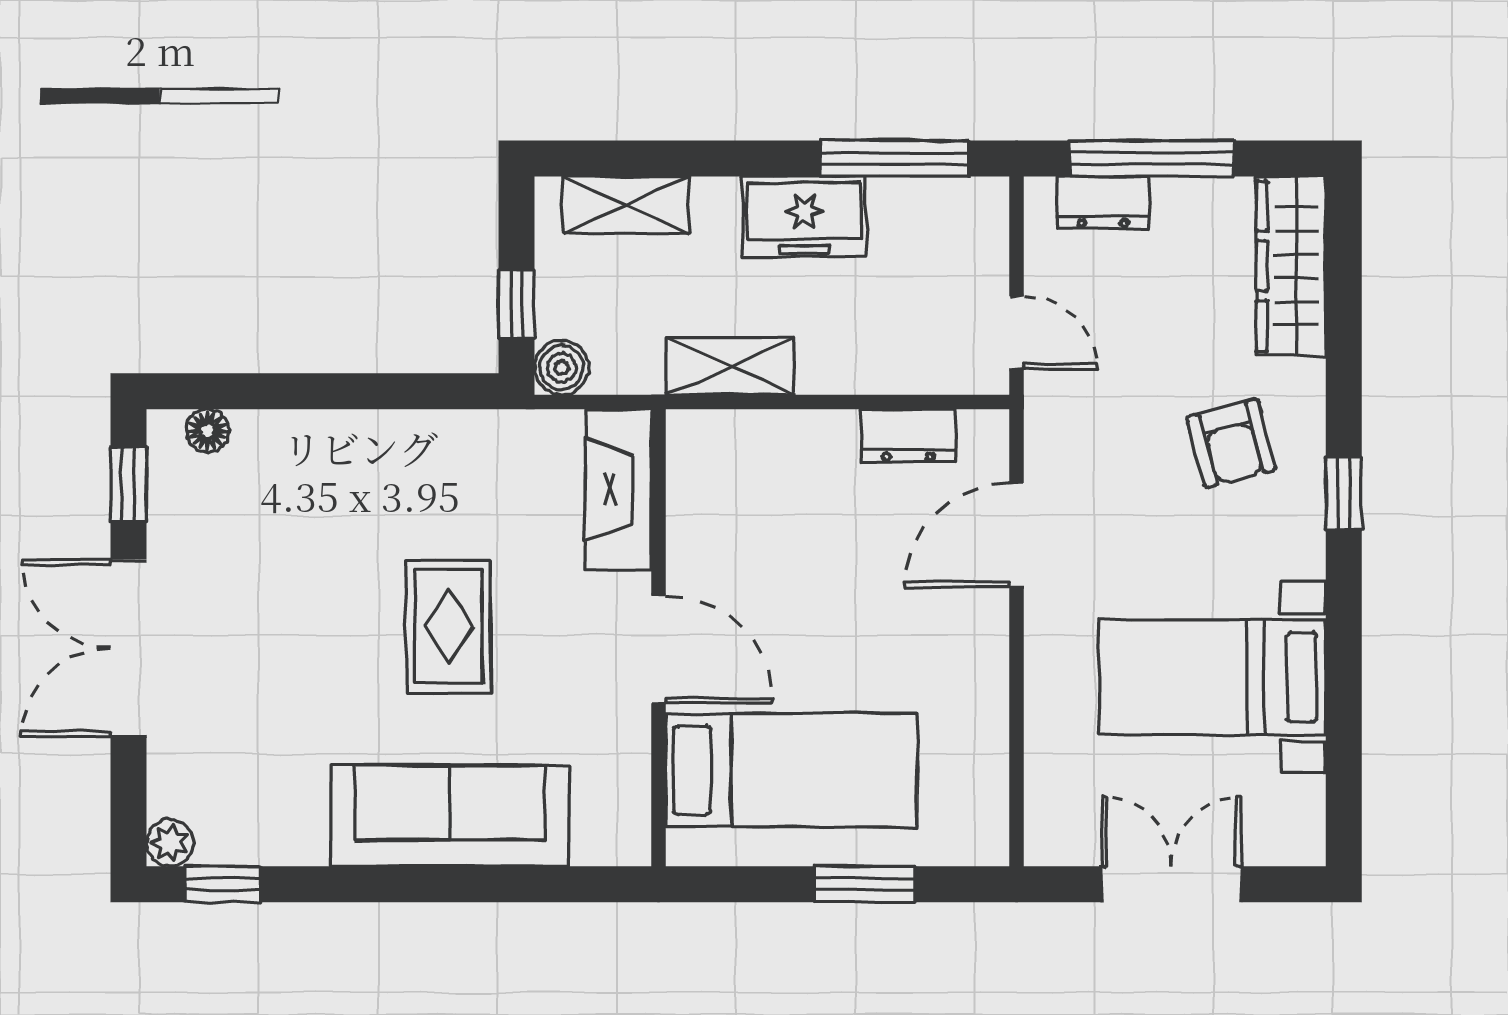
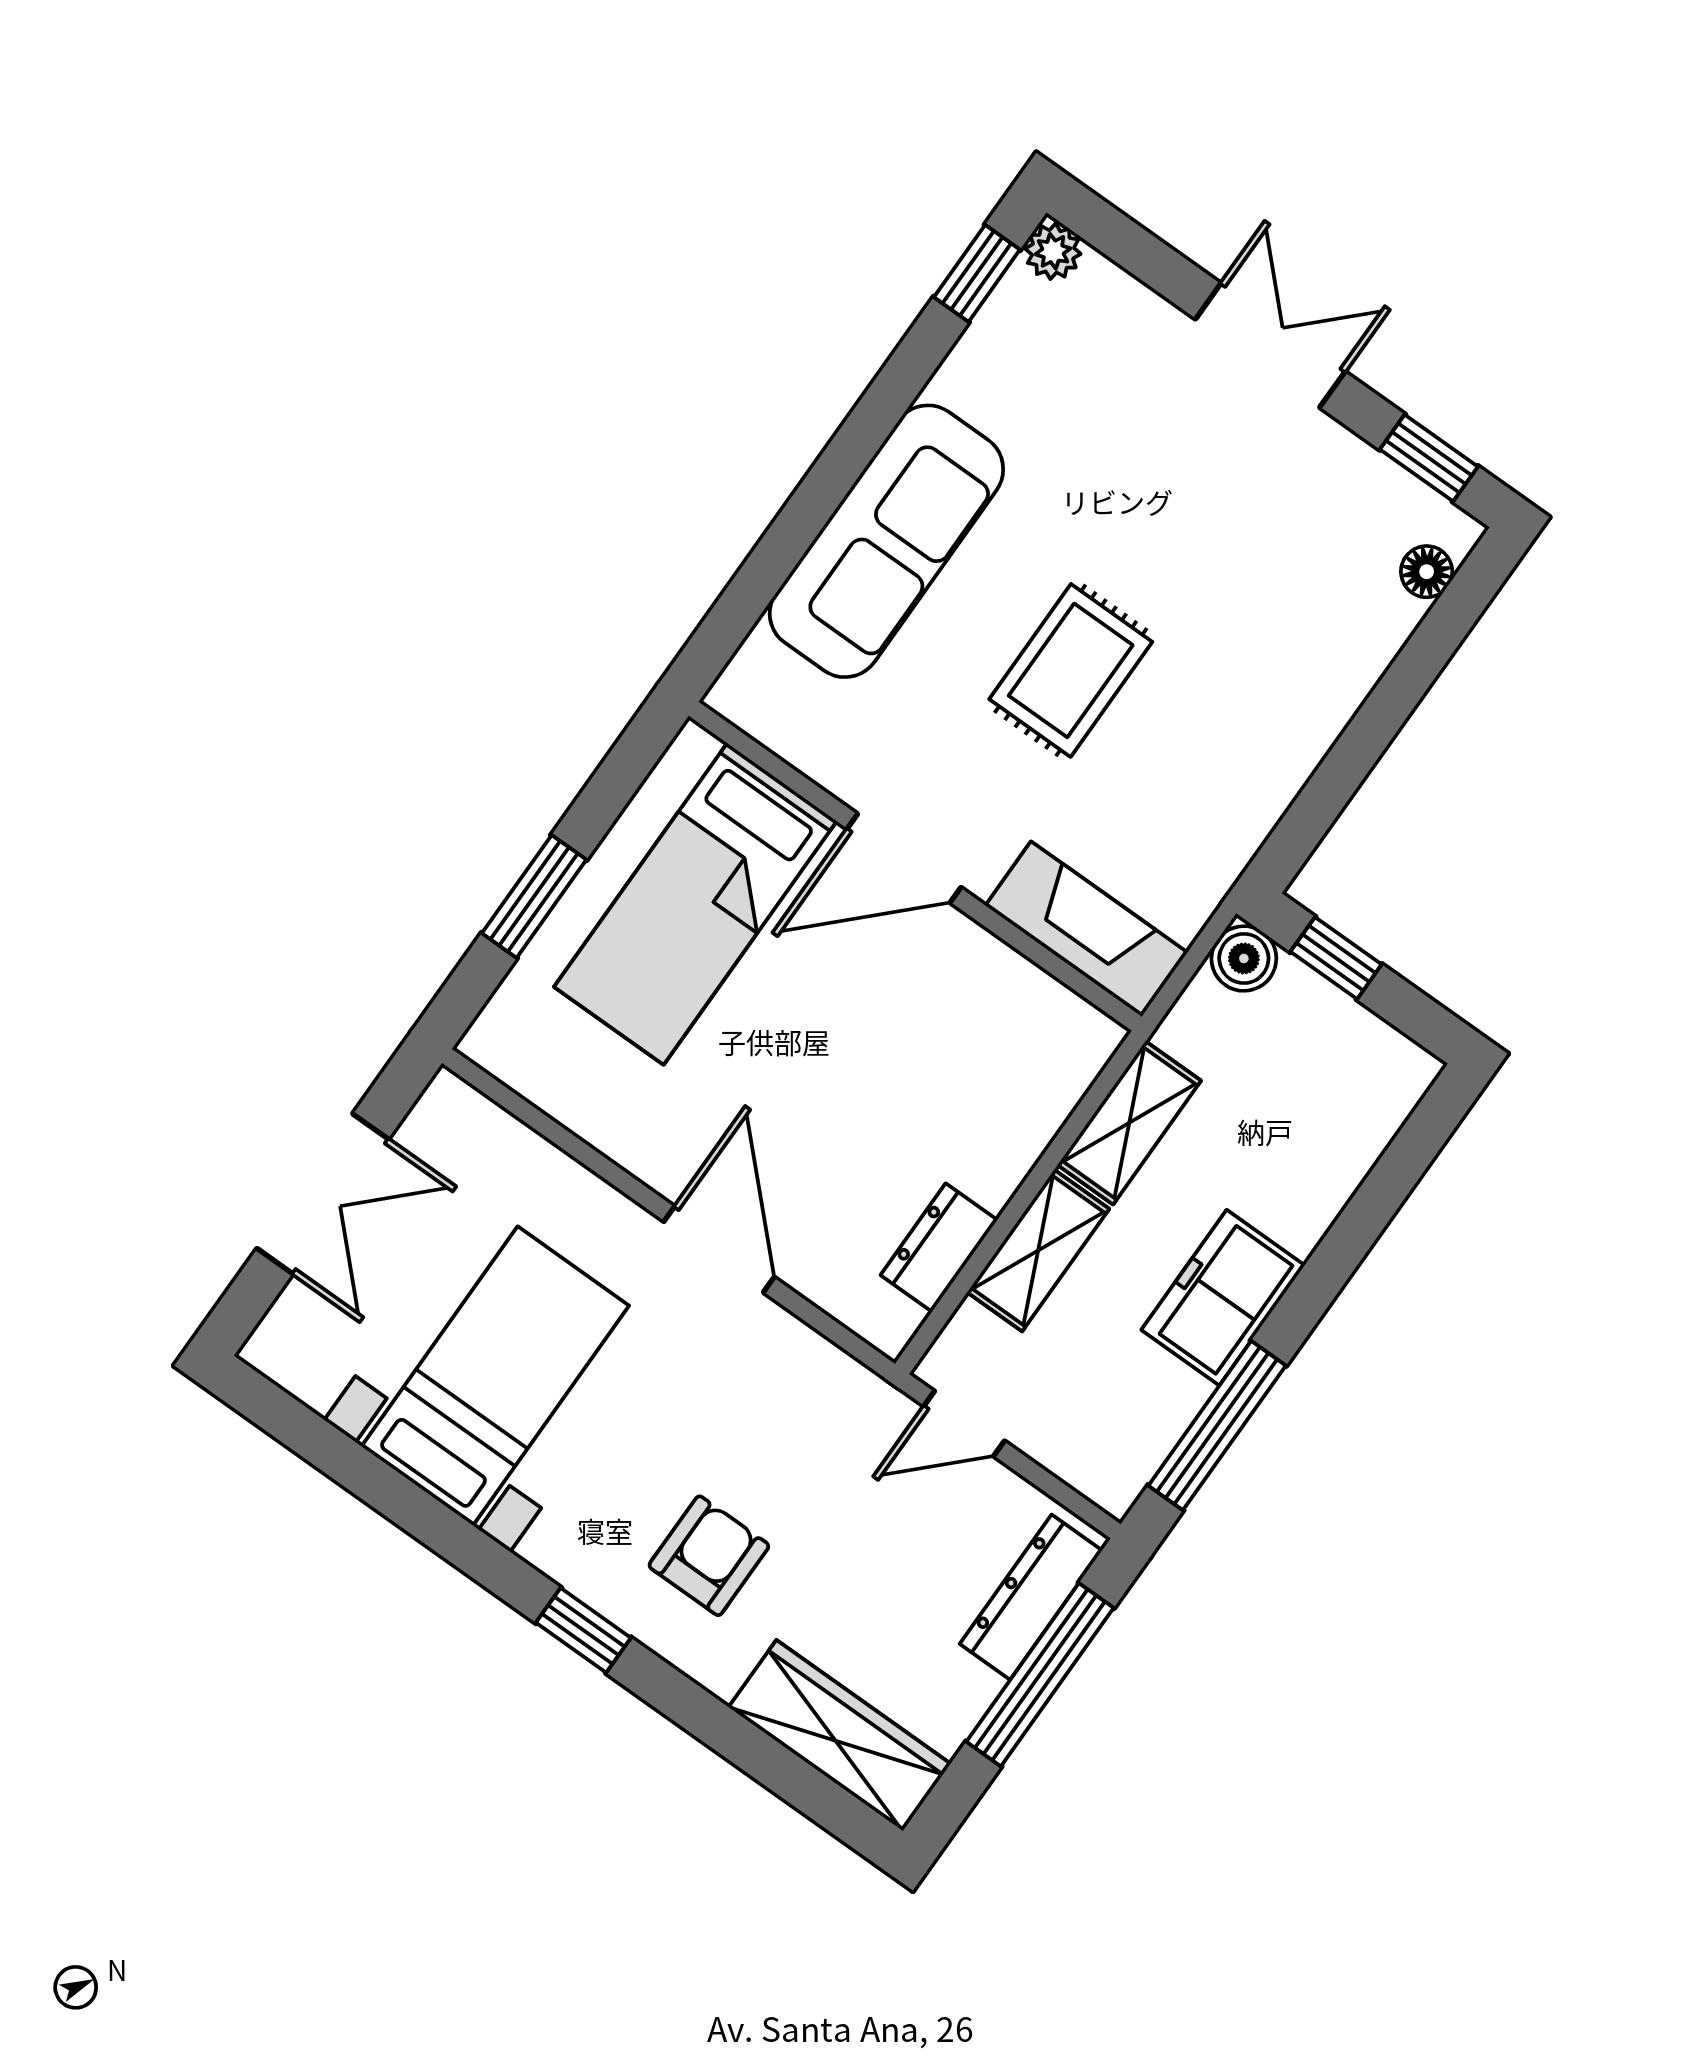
dresser: (1103, 203) -> (1031, 1597), width x1.44
shelving: (625, 205) -> (1038, 1251), moved
armchair: (1231, 443) -> (709, 1556), turned 105
door: (1017, 535) -> (719, 1249), moved
rug: (449, 627) -> (1071, 670), turned 90
double door: (128, 648) -> (1270, 345), width x0.73

